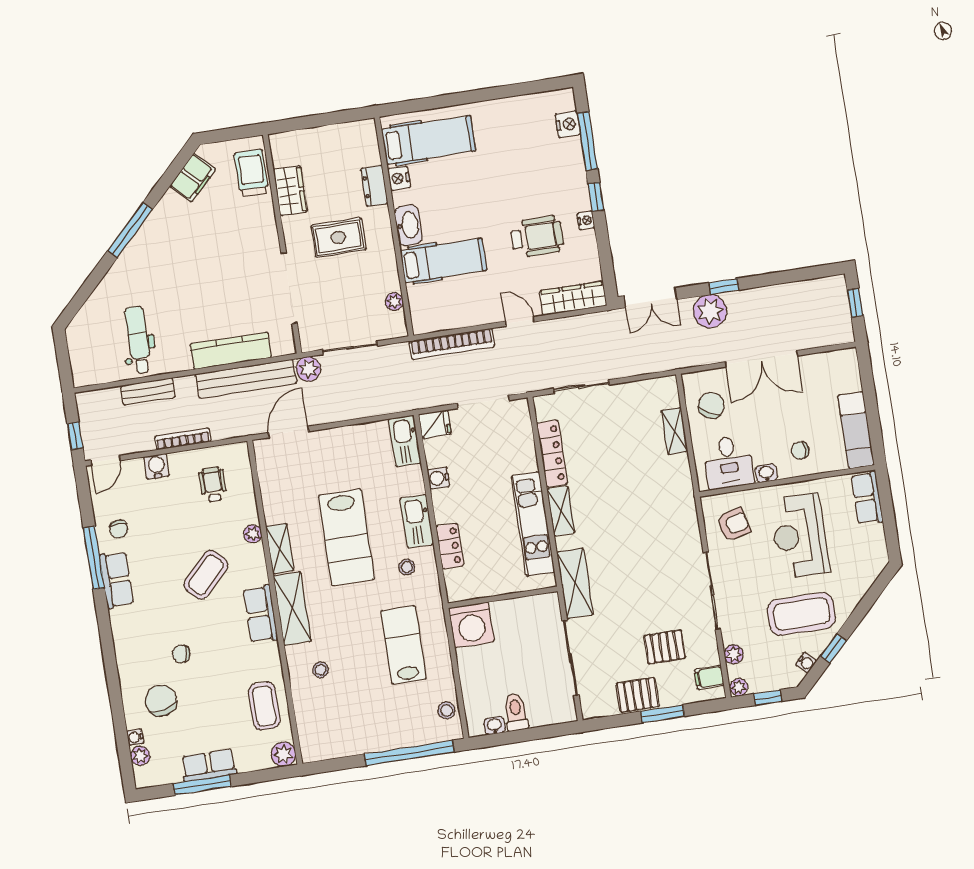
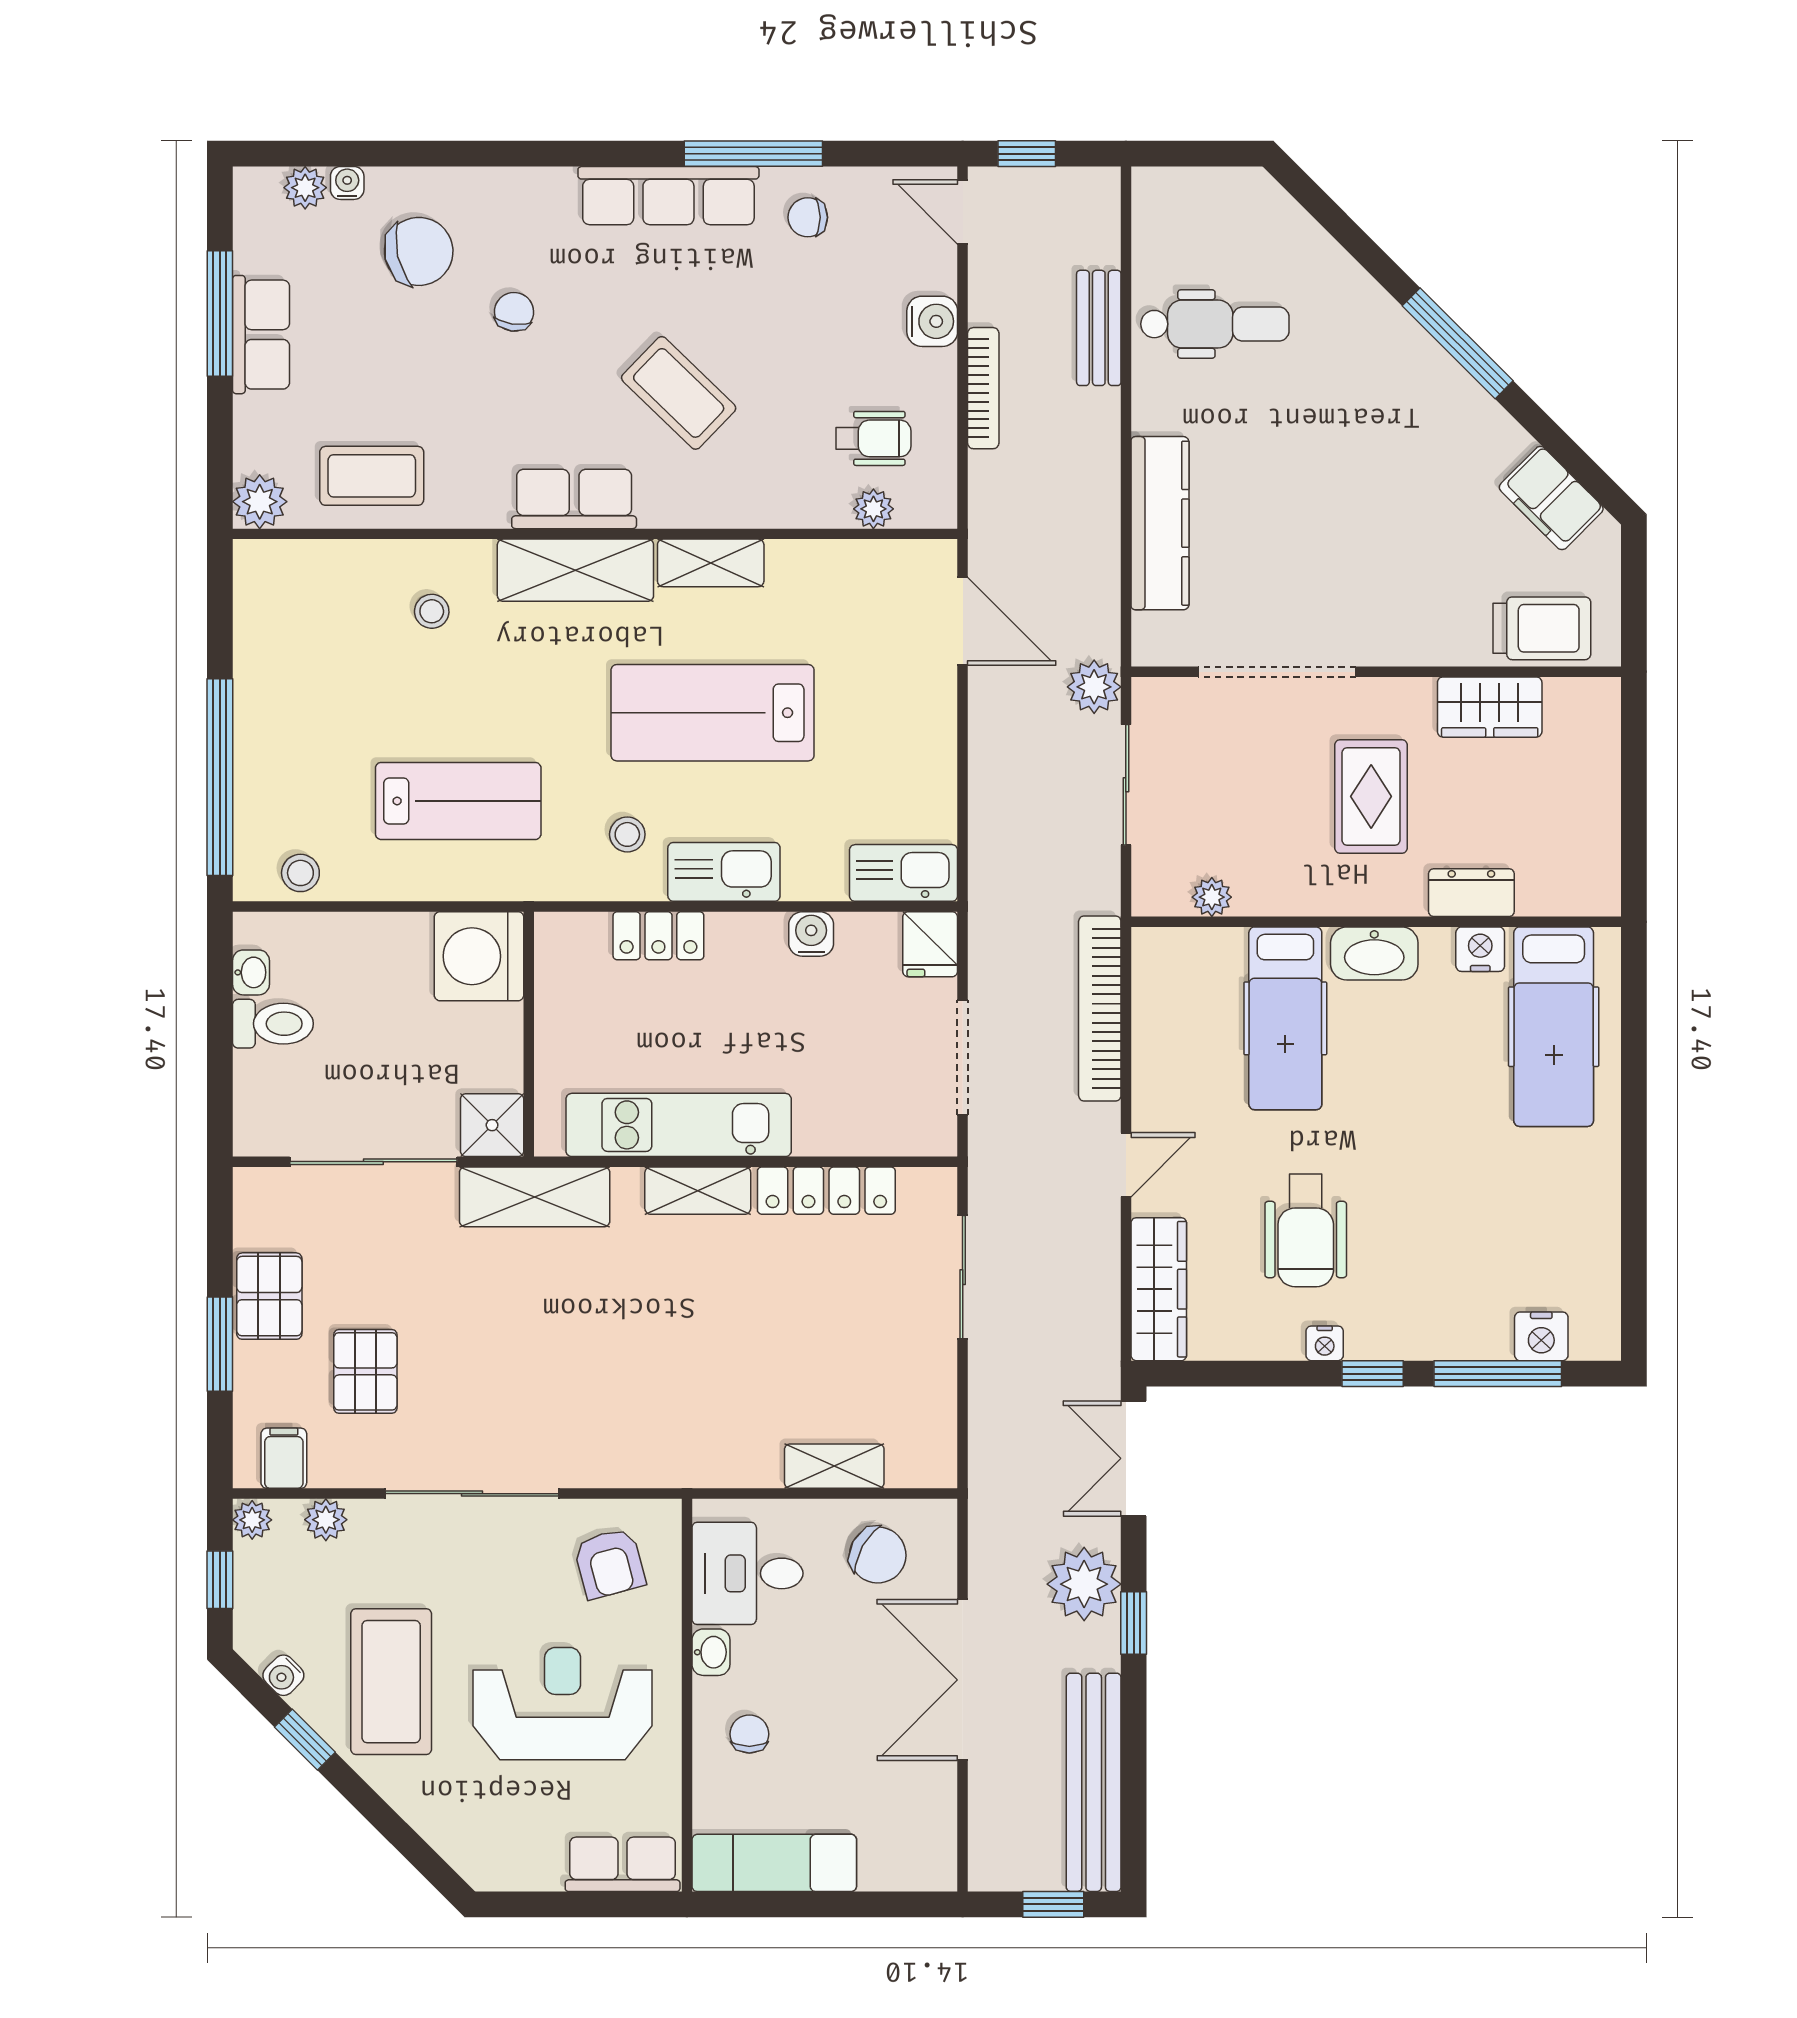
bench: (246, 379) -> (1094, 1782), moved
plant: (253, 534) -> (873, 509), moved
row of seats: (117, 580) -> (668, 196), width x1.48
shower: (546, 607) -> (492, 1125), added

